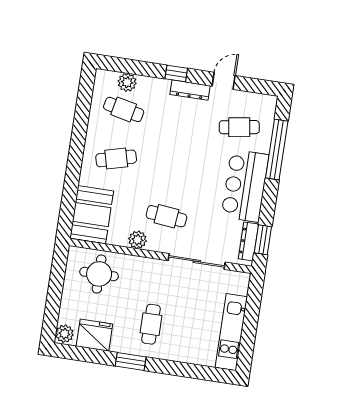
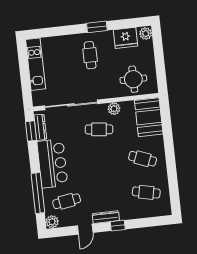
plant: (127, 82) -> (52, 222), moved
cafe table: (116, 158) -> (143, 159), turned 36
sliding door: (197, 261) -> (71, 105), width x1.36

